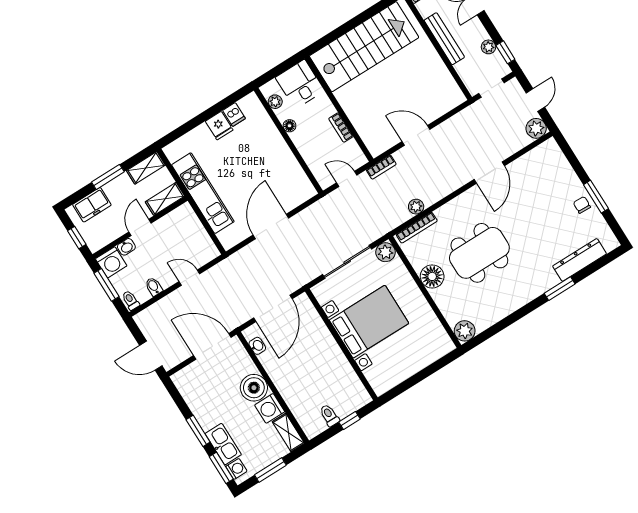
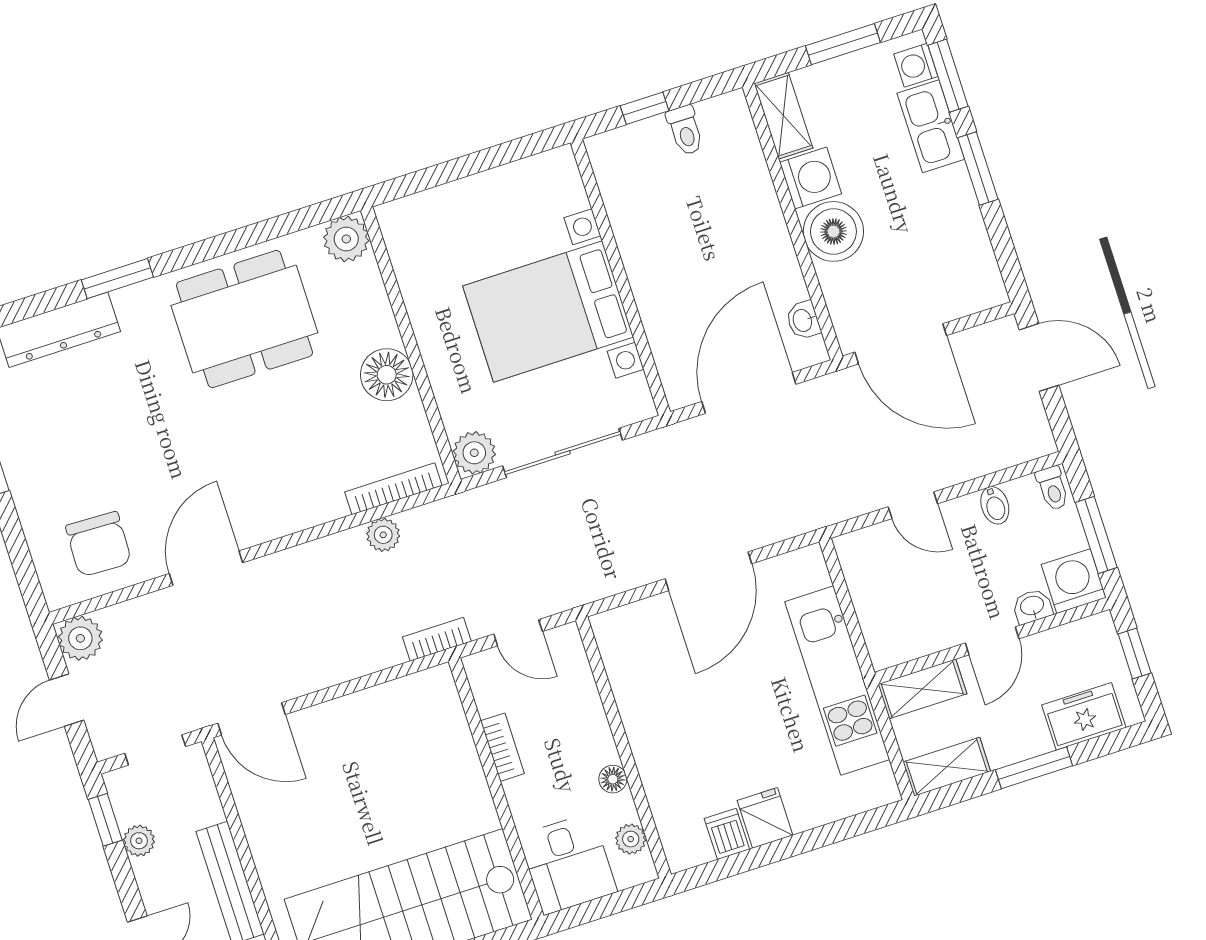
door: (416, 135) -> (252, 719), moved
chair: (582, 205) -> (99, 544), moved, width x1.87, depth x1.87
dining table: (479, 253) -> (244, 319), moved

